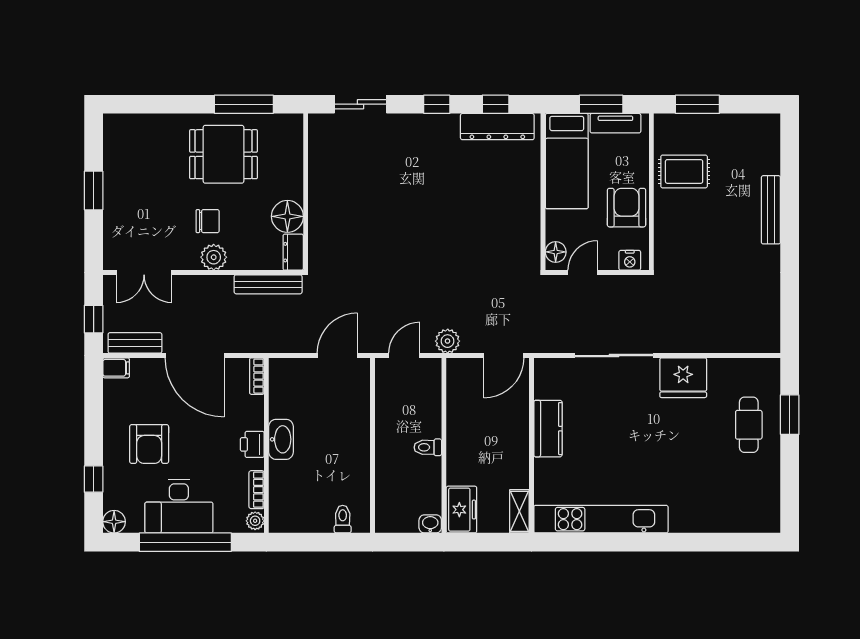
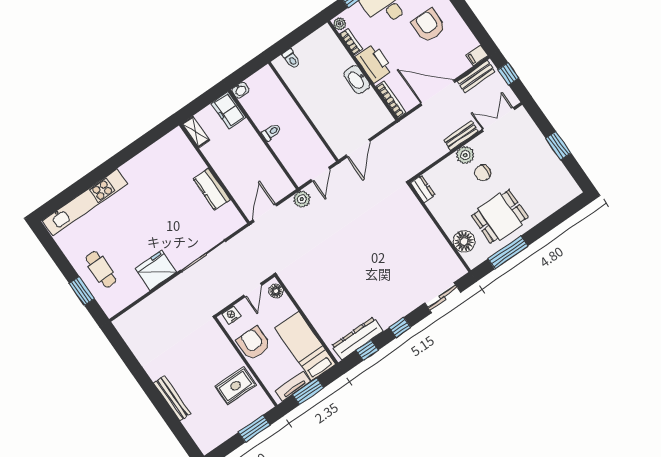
armchair: (626, 208) -> (254, 343), turned 180
floor lamp: (287, 216) -> (464, 241), moved
bench: (268, 284) -> (461, 136), moved, width x0.73
bookcase: (257, 376) -> (391, 100), width x1.56
printer: (252, 444) -> (374, 63), width x1.87, depth x1.48
kitchen unit: (601, 519) -> (85, 202), moved

